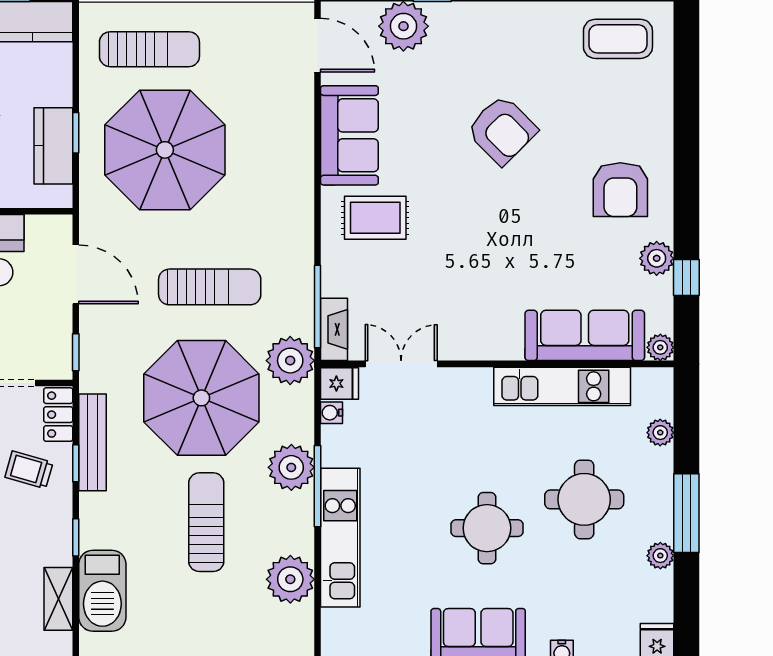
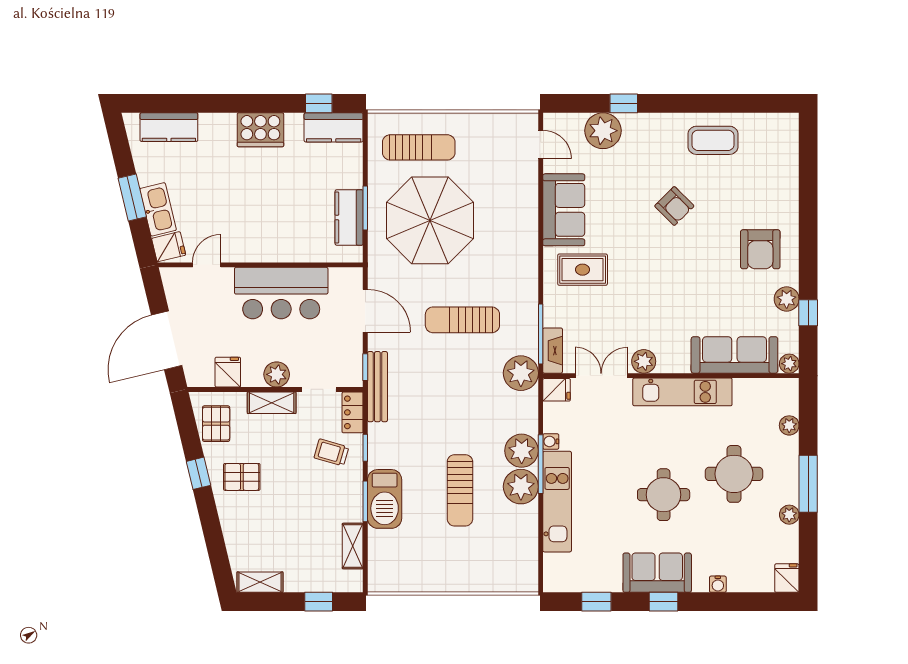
coffee table: (618, 39) -> (713, 140), moved
door: (317, 45) -> (541, 144), width x0.73
armchair: (502, 130) -> (674, 206), width x0.72, depth x0.72
window: (76, 133) -> (365, 208), width x1.50
sun lounger: (210, 287) -> (462, 320), turned 180
plant: (460, 344) -> (644, 361), added
kitchen unit: (562, 386) -> (682, 392), moved
parasol: (201, 398) -> (456, 400), removed
water cooler: (331, 413) -> (551, 441), moved
bench: (93, 442) -> (377, 387), moved
sun lounger: (206, 522) -> (460, 490), turned 180
window: (76, 537) -> (365, 501), width x1.50
plant: (290, 579) -> (521, 487), moved
barbecue: (102, 591) -> (385, 499), moved

